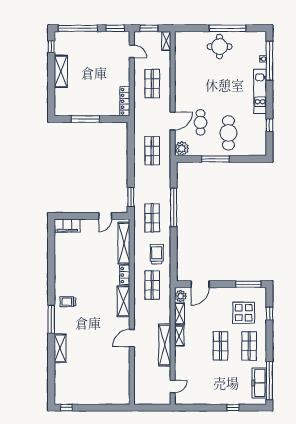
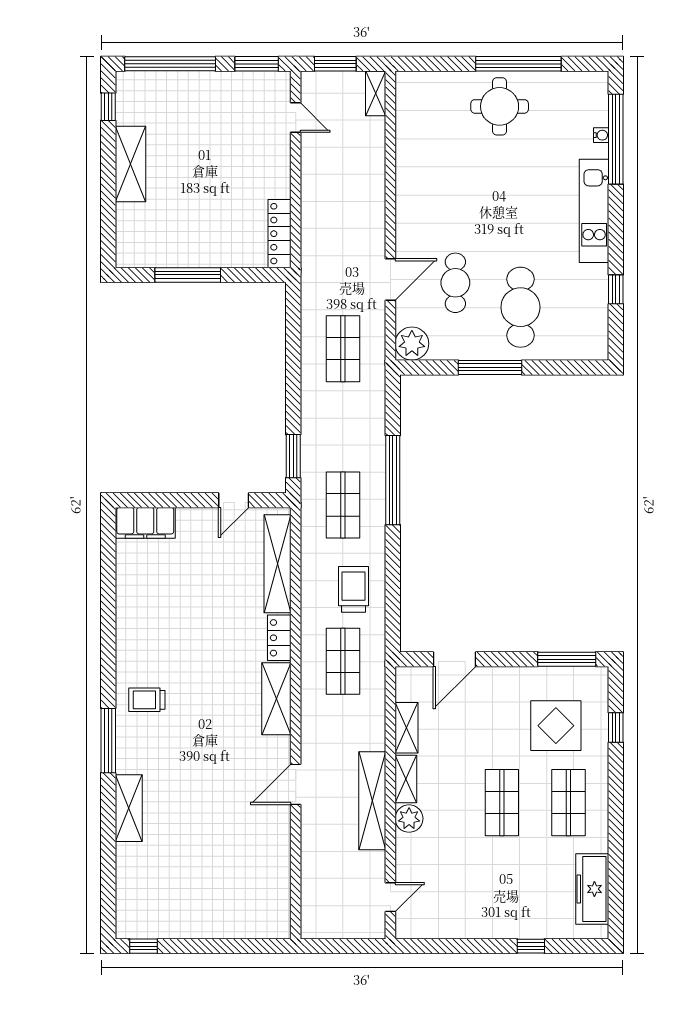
shop shelf: (152, 84) -> (343, 192), removed
plant: (181, 296) -> (409, 819), moved
window: (269, 381) -> (616, 883), removed

